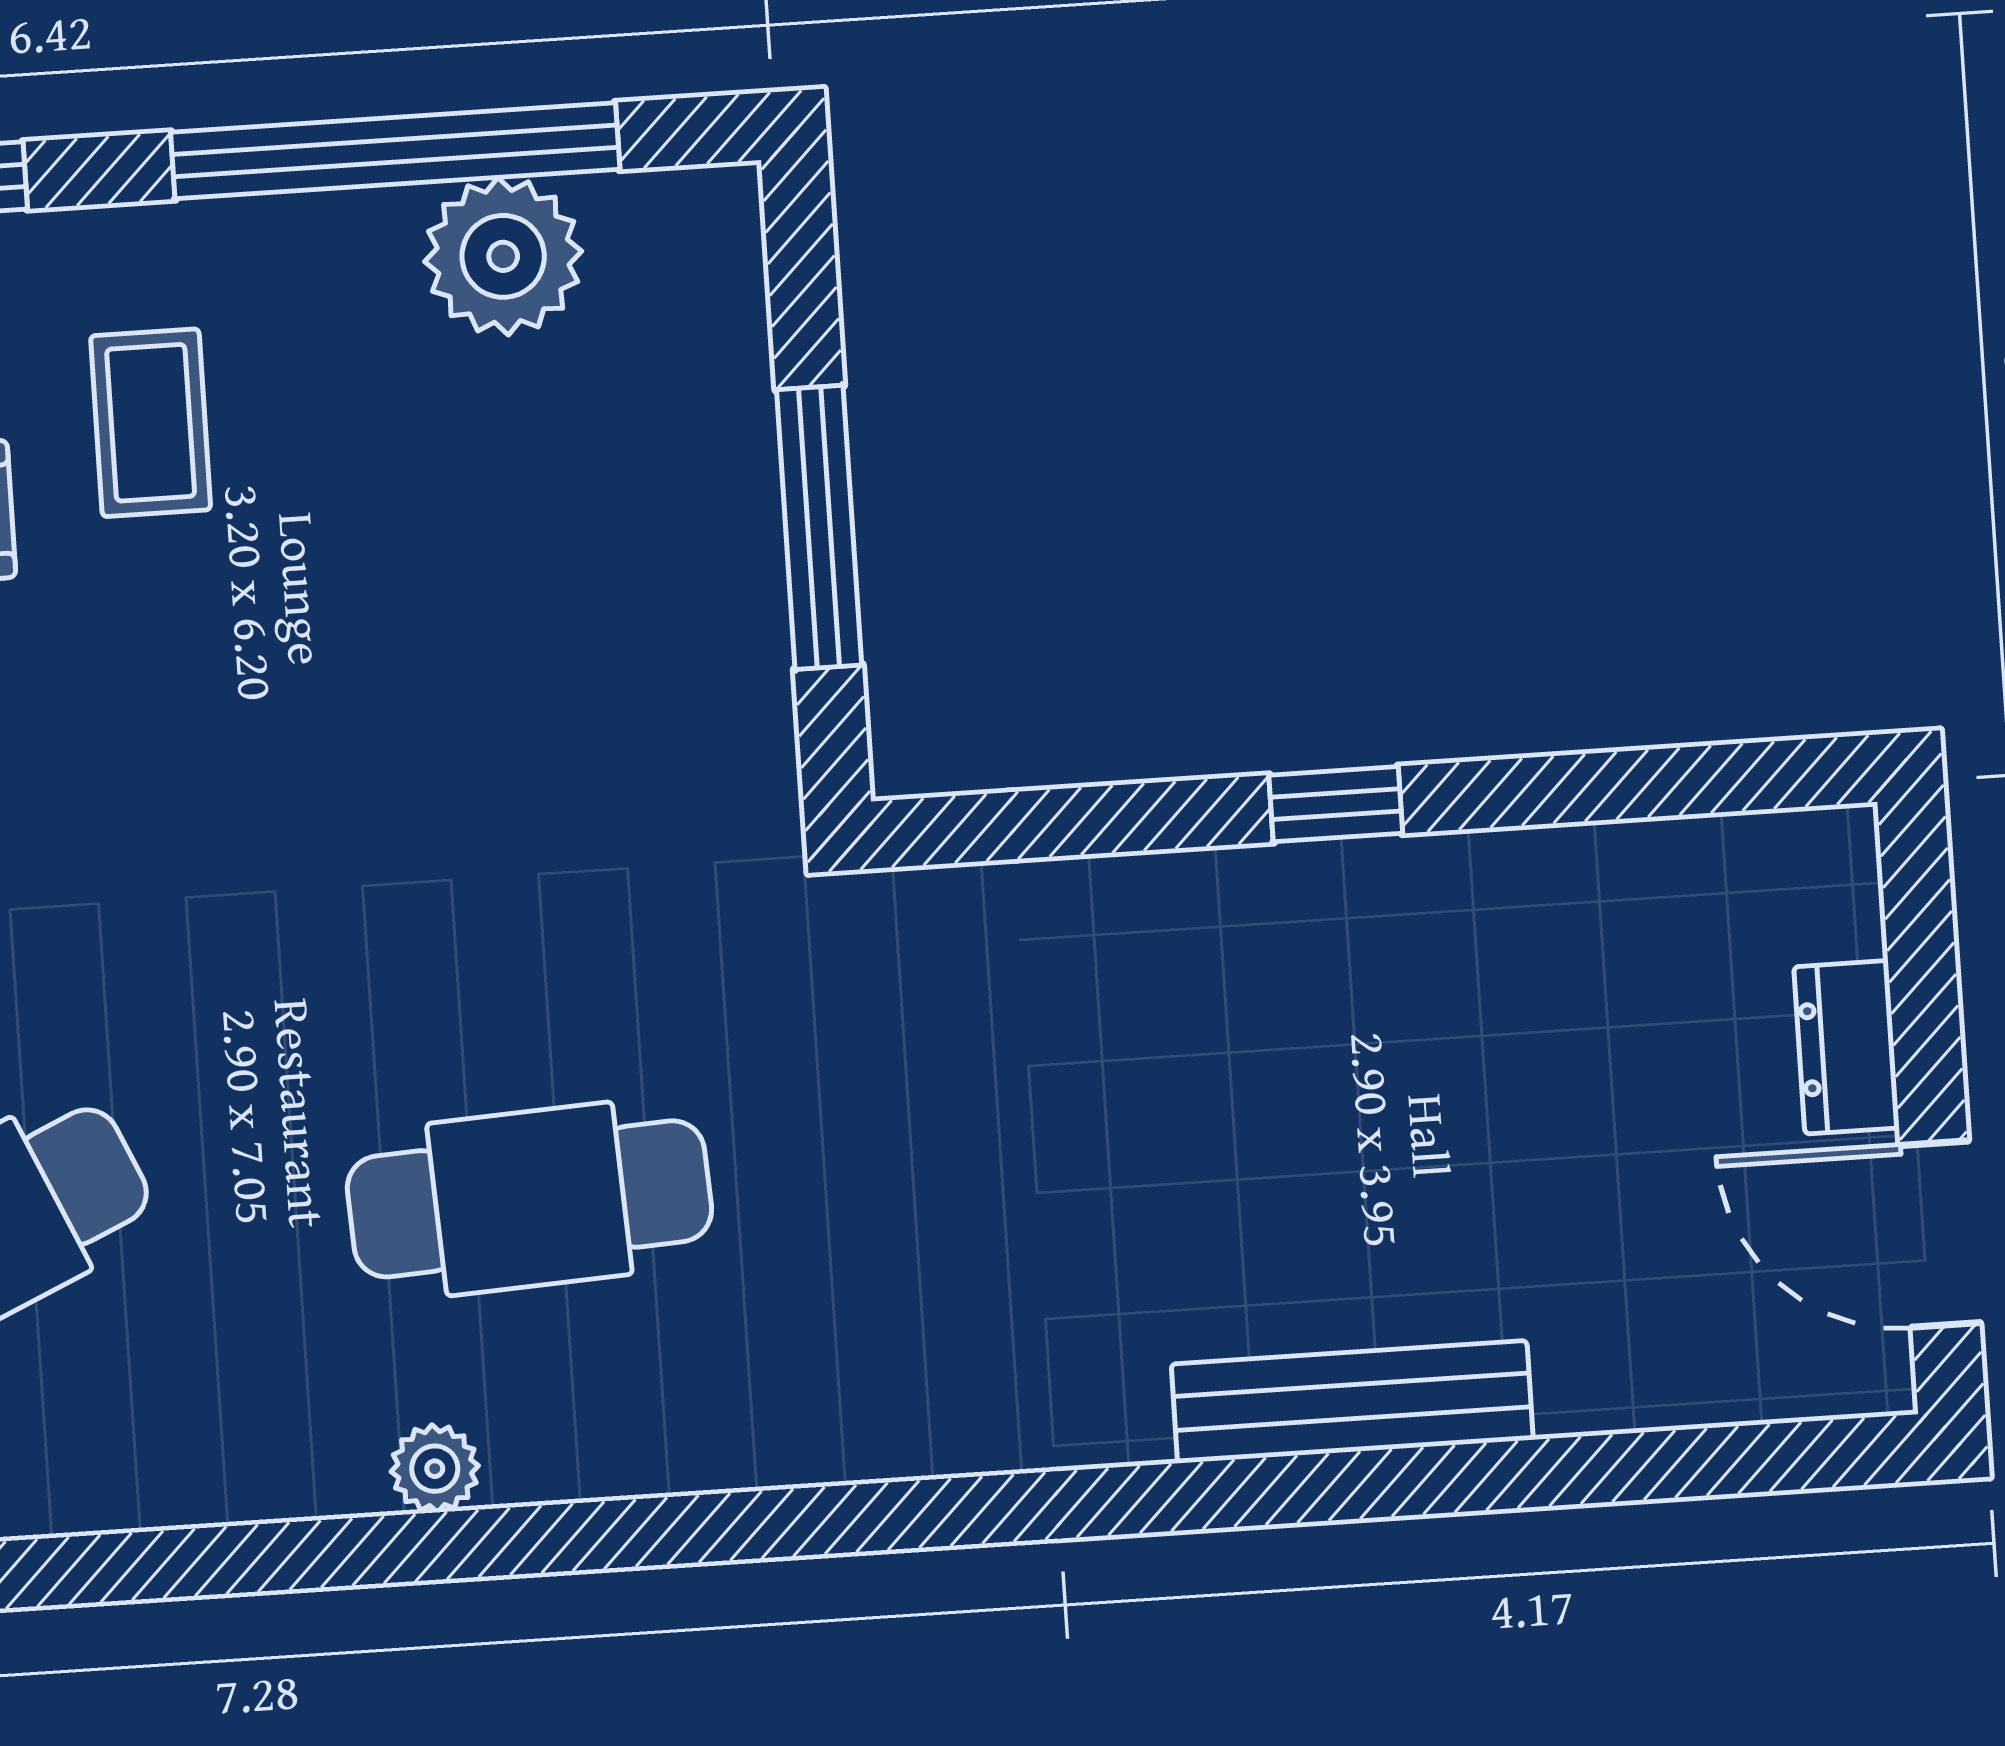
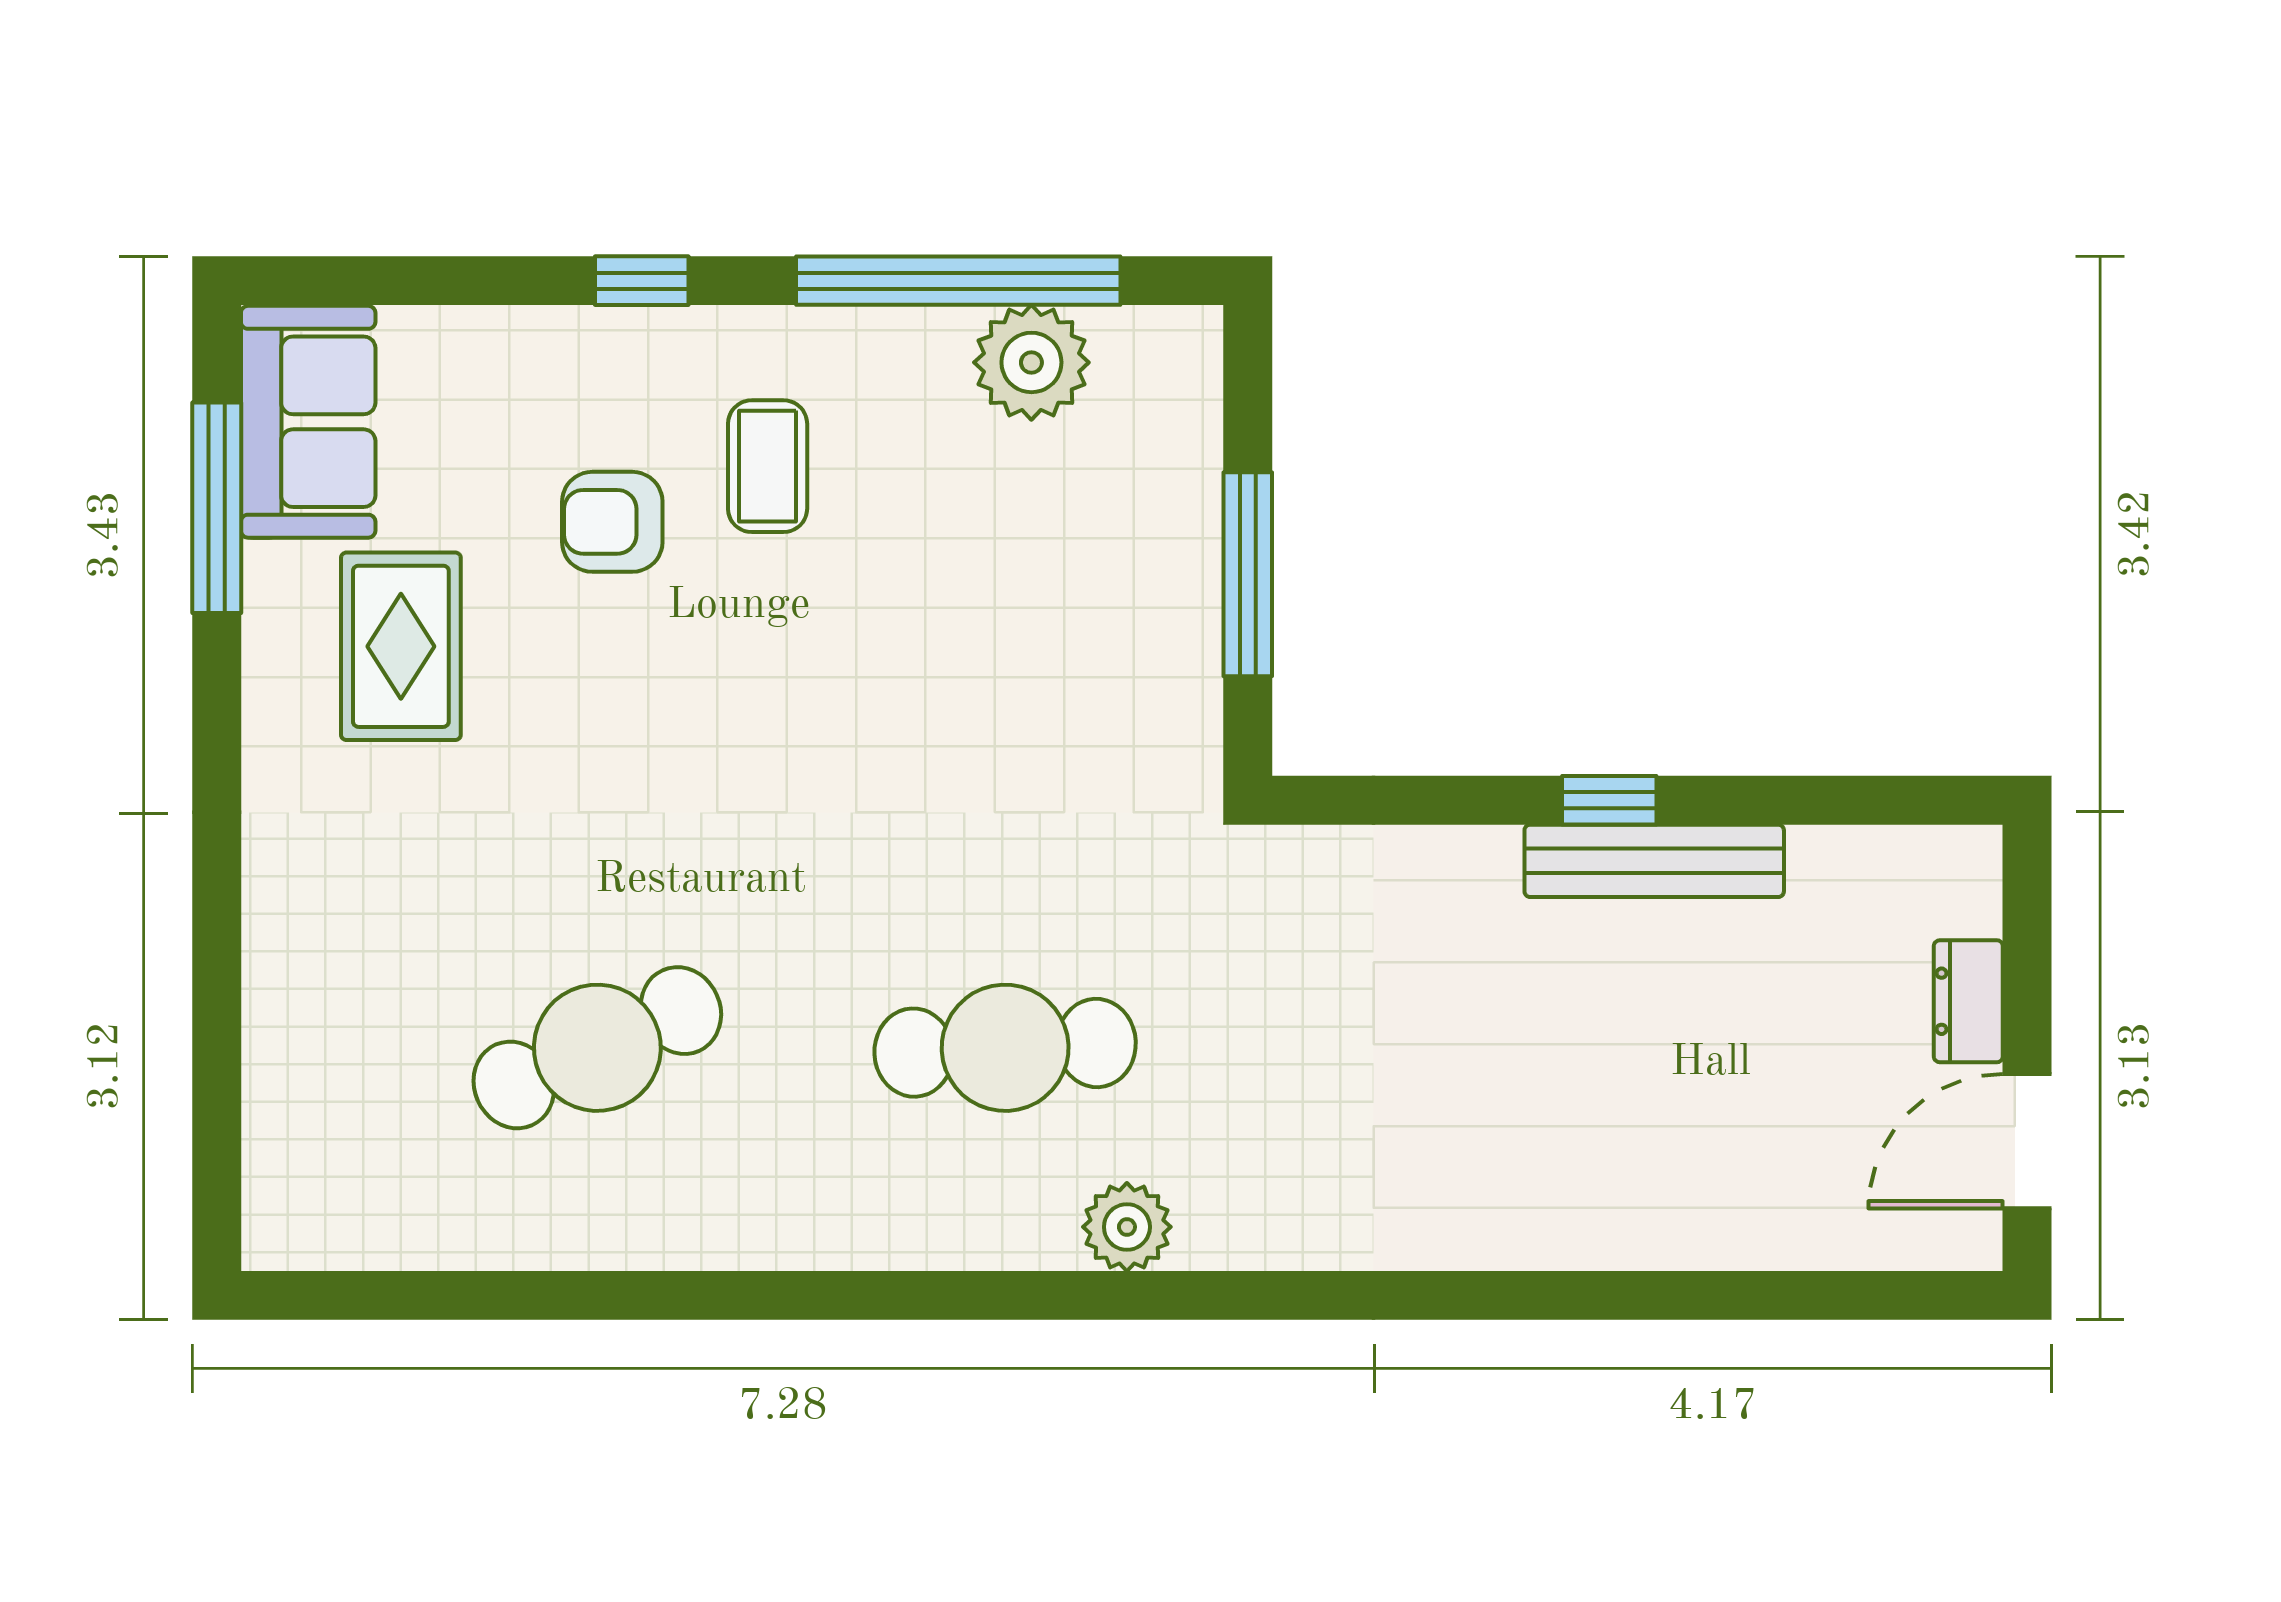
door: (1940, 1234) -> (2027, 1141), hinge flipped
bench: (1352, 1402) -> (1654, 861), moved
plant: (435, 1469) -> (1127, 1227), moved, width x1.38, depth x1.38

